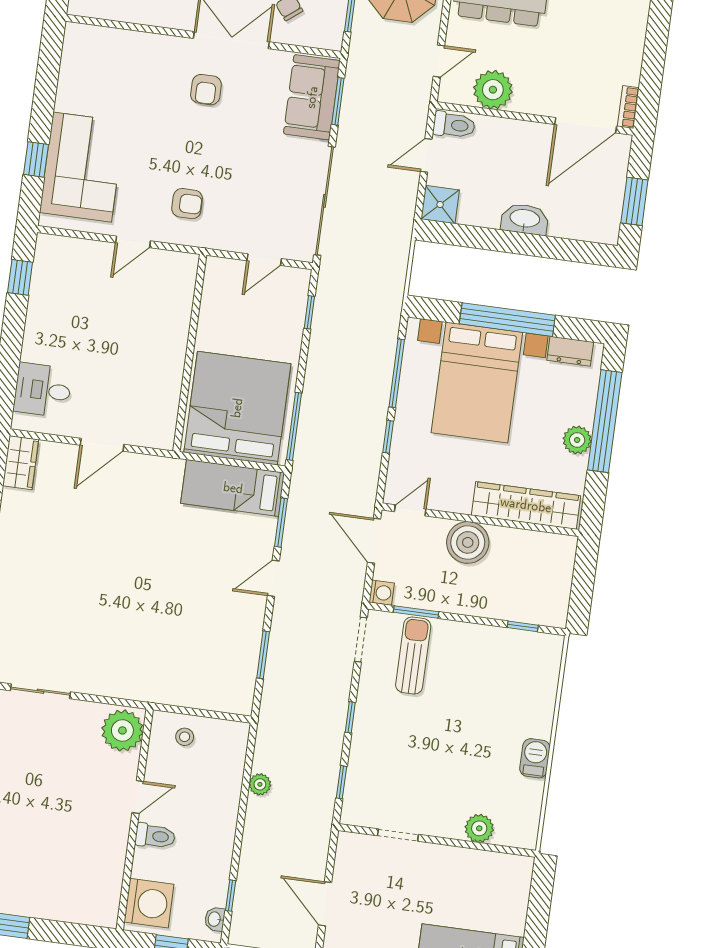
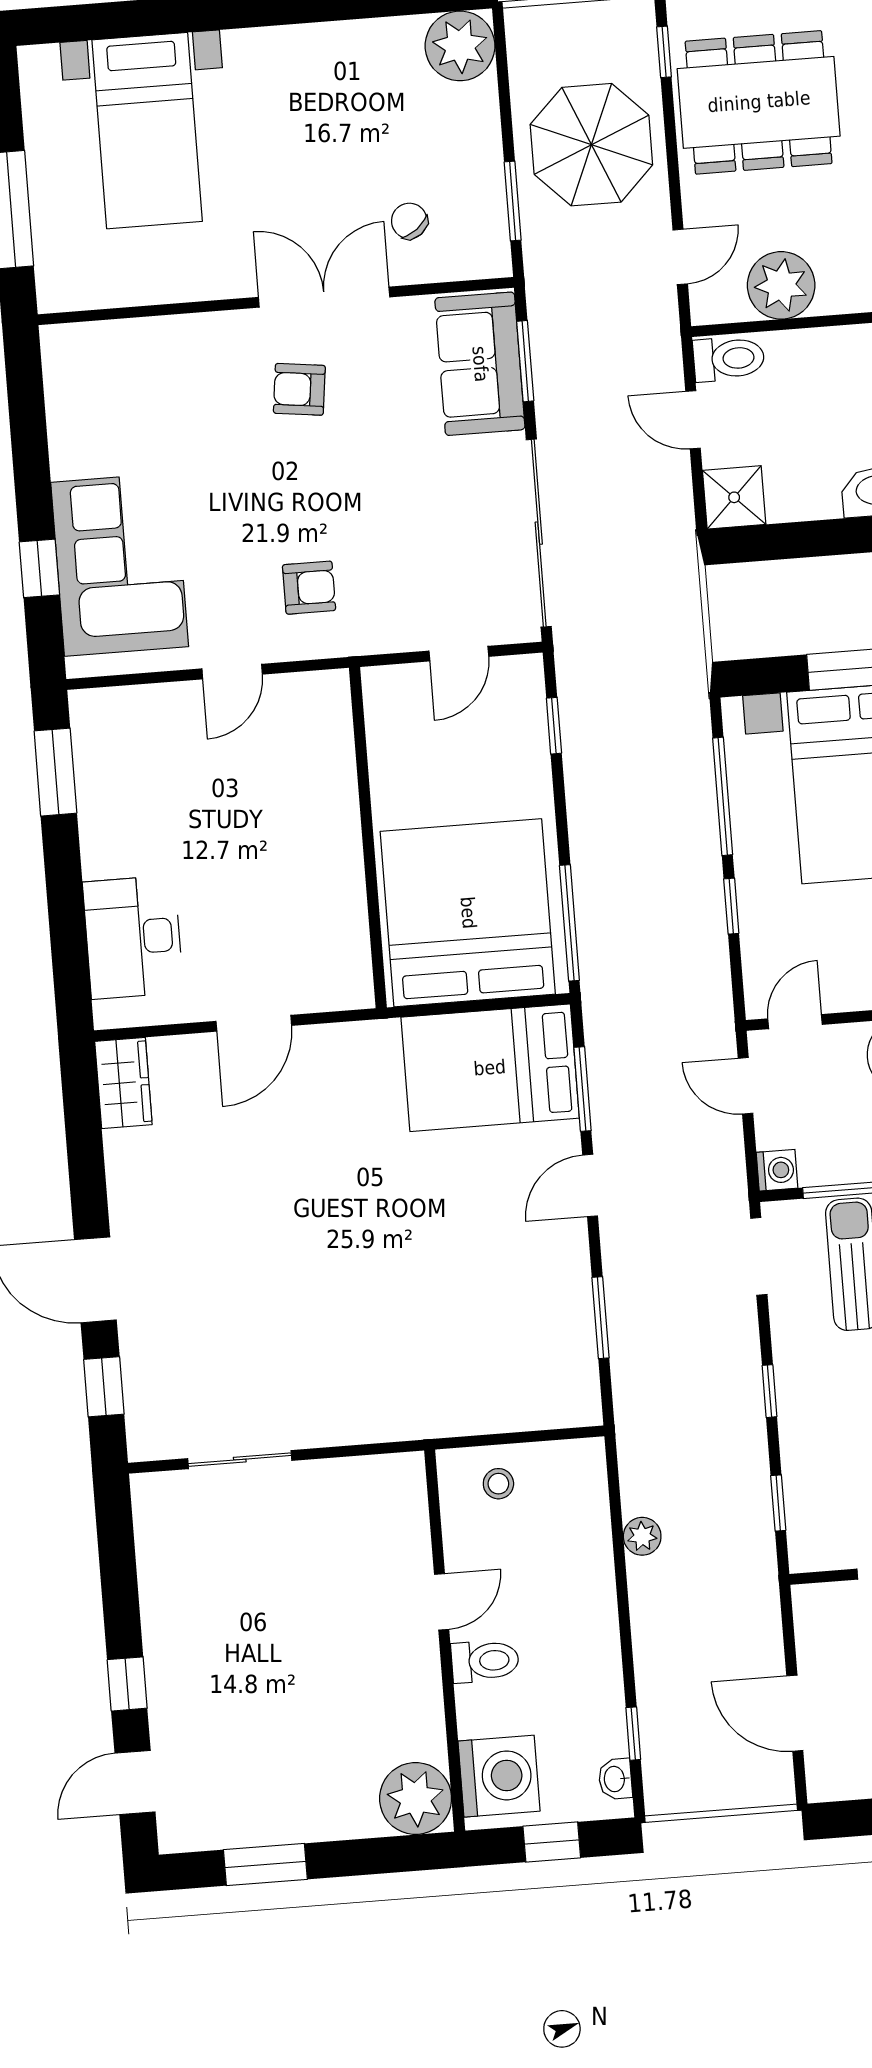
armchair: (206, 90) -> (299, 389), turned 97
door: (426, 155) -> (693, 420), hinge flipped
window: (20, 277) -> (55, 772), width x1.50
desk: (43, 390) -> (133, 937), width x1.37
bed: (233, 488) -> (490, 1068), width x1.50
door: (374, 541) -> (745, 1086), width x0.73
plant: (122, 730) -> (416, 1798), moved

